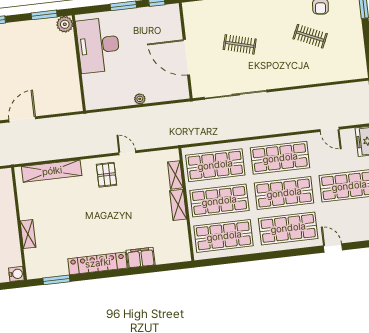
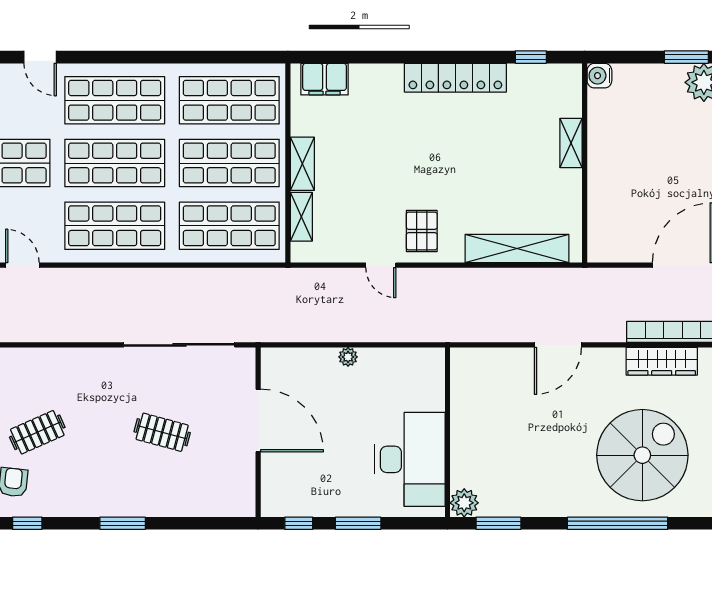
clothes rail: (310, 36) -> (37, 432), turned -48
filing cabinet: (141, 258) -> (325, 79), moved
window: (56, 280) -> (531, 57), width x0.67

